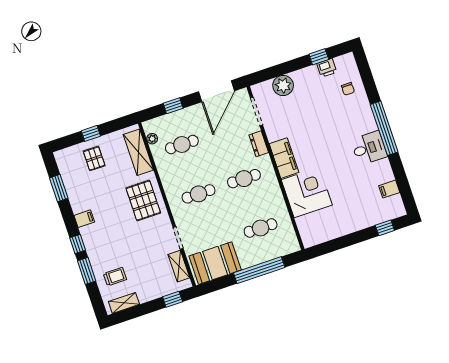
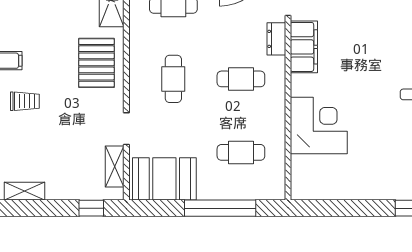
filing cabinet: (284, 158) -> (304, 47), moved
cafe table: (199, 194) -> (173, 79), turned 90
trolley: (115, 277) -> (25, 101), moved

